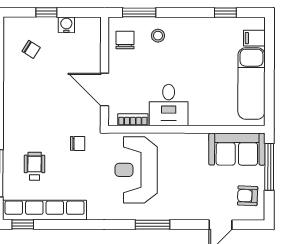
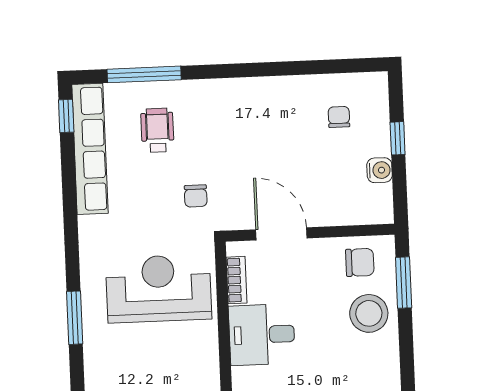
stool: (158, 36) -> (369, 313), width x1.89, depth x1.89
chair: (31, 49) -> (339, 117), turned 148
door: (104, 90) -> (281, 234), hinge flipped
wheelchair: (34, 166) -> (157, 130), turned -90

